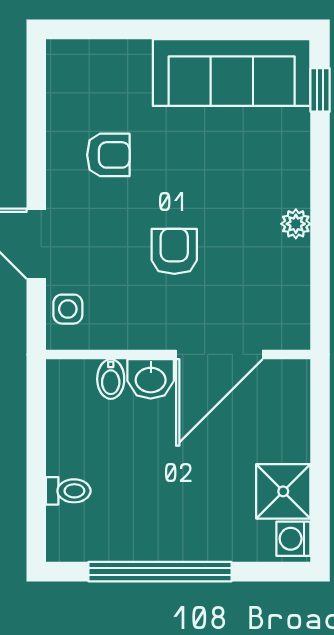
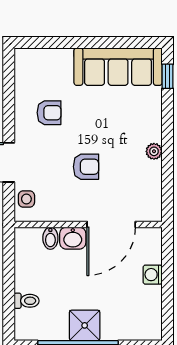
armchair: (174, 251) -> (86, 167), turned 90
shower: (283, 491) -> (85, 325), moved
washing machine: (293, 539) -> (153, 275), moved

